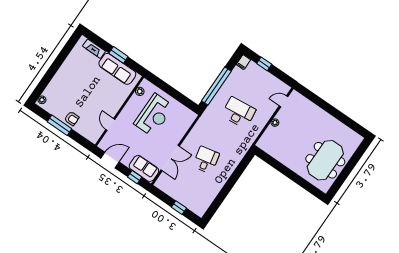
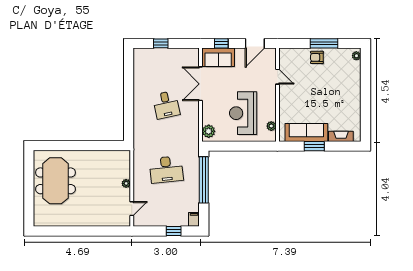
plant: (188, 119) -> (209, 131), added

